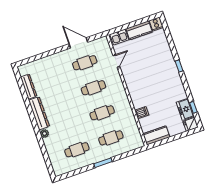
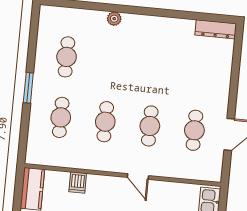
door: (116, 61) -> (138, 176), moved
dresser: (29, 87) -> (216, 29), moved
dresser: (39, 113) -> (149, 25), removed

